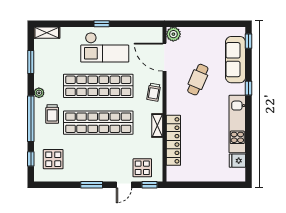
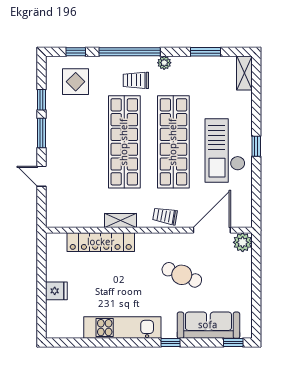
fridge: (237, 161) -> (56, 291), moved, turned 90
display table: (142, 168) -> (64, 201), removed
window: (149, 185) -> (41, 100), moved

